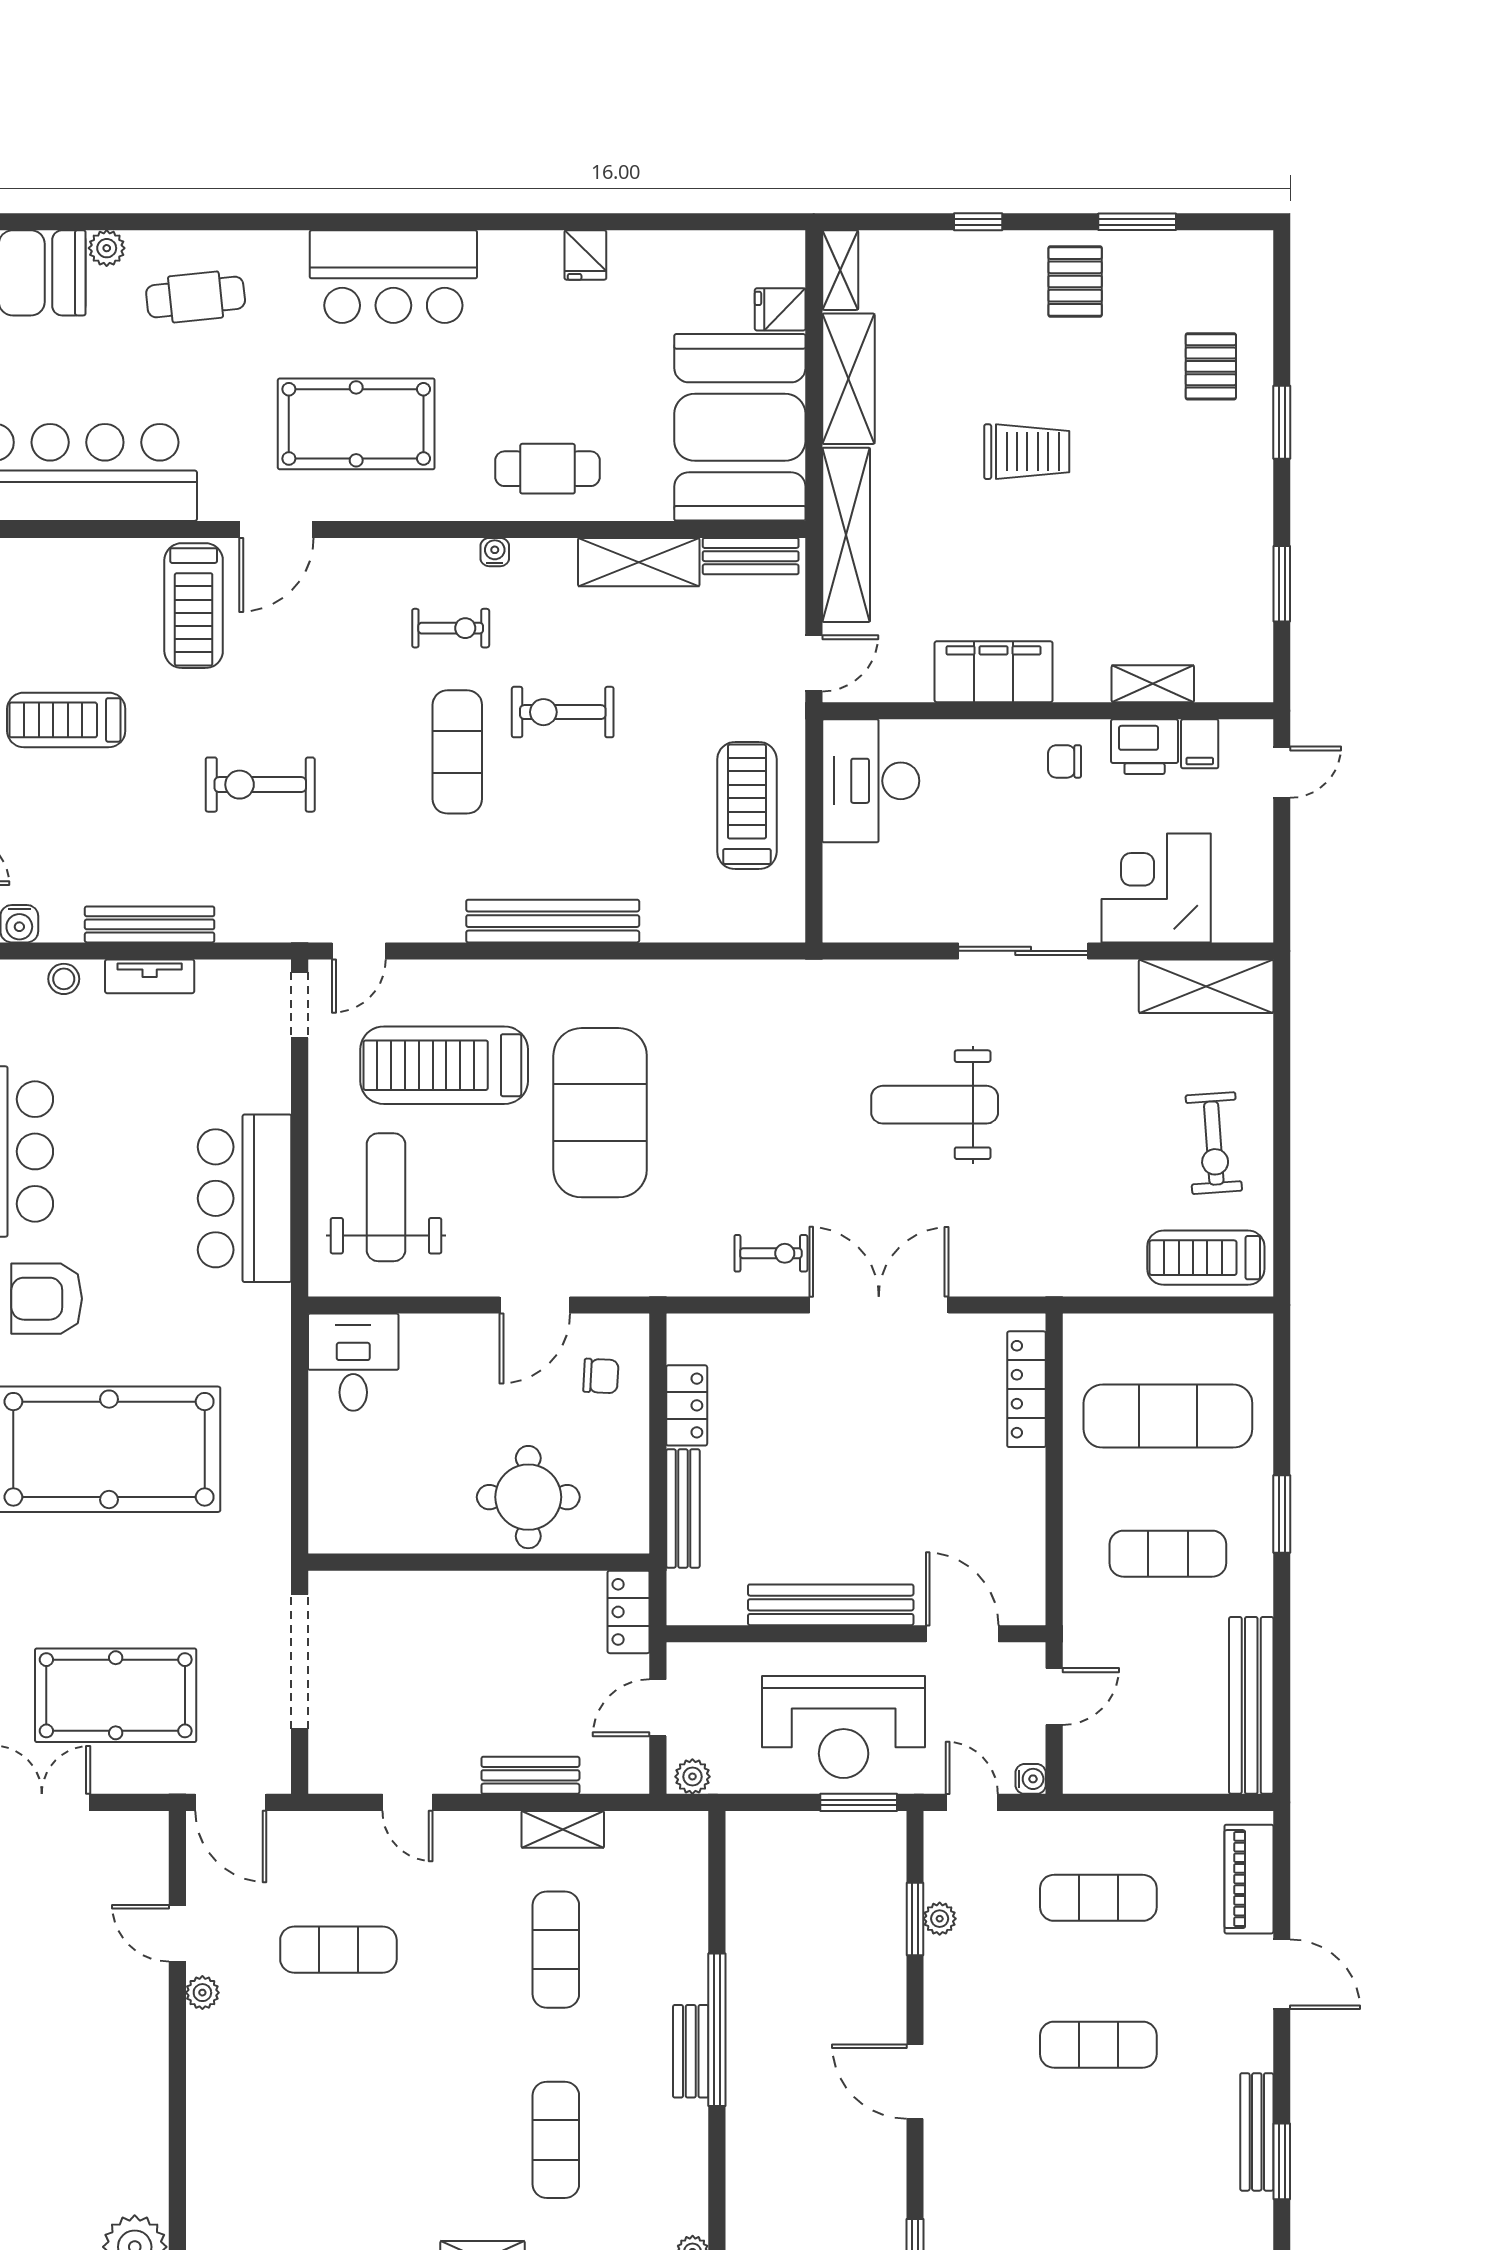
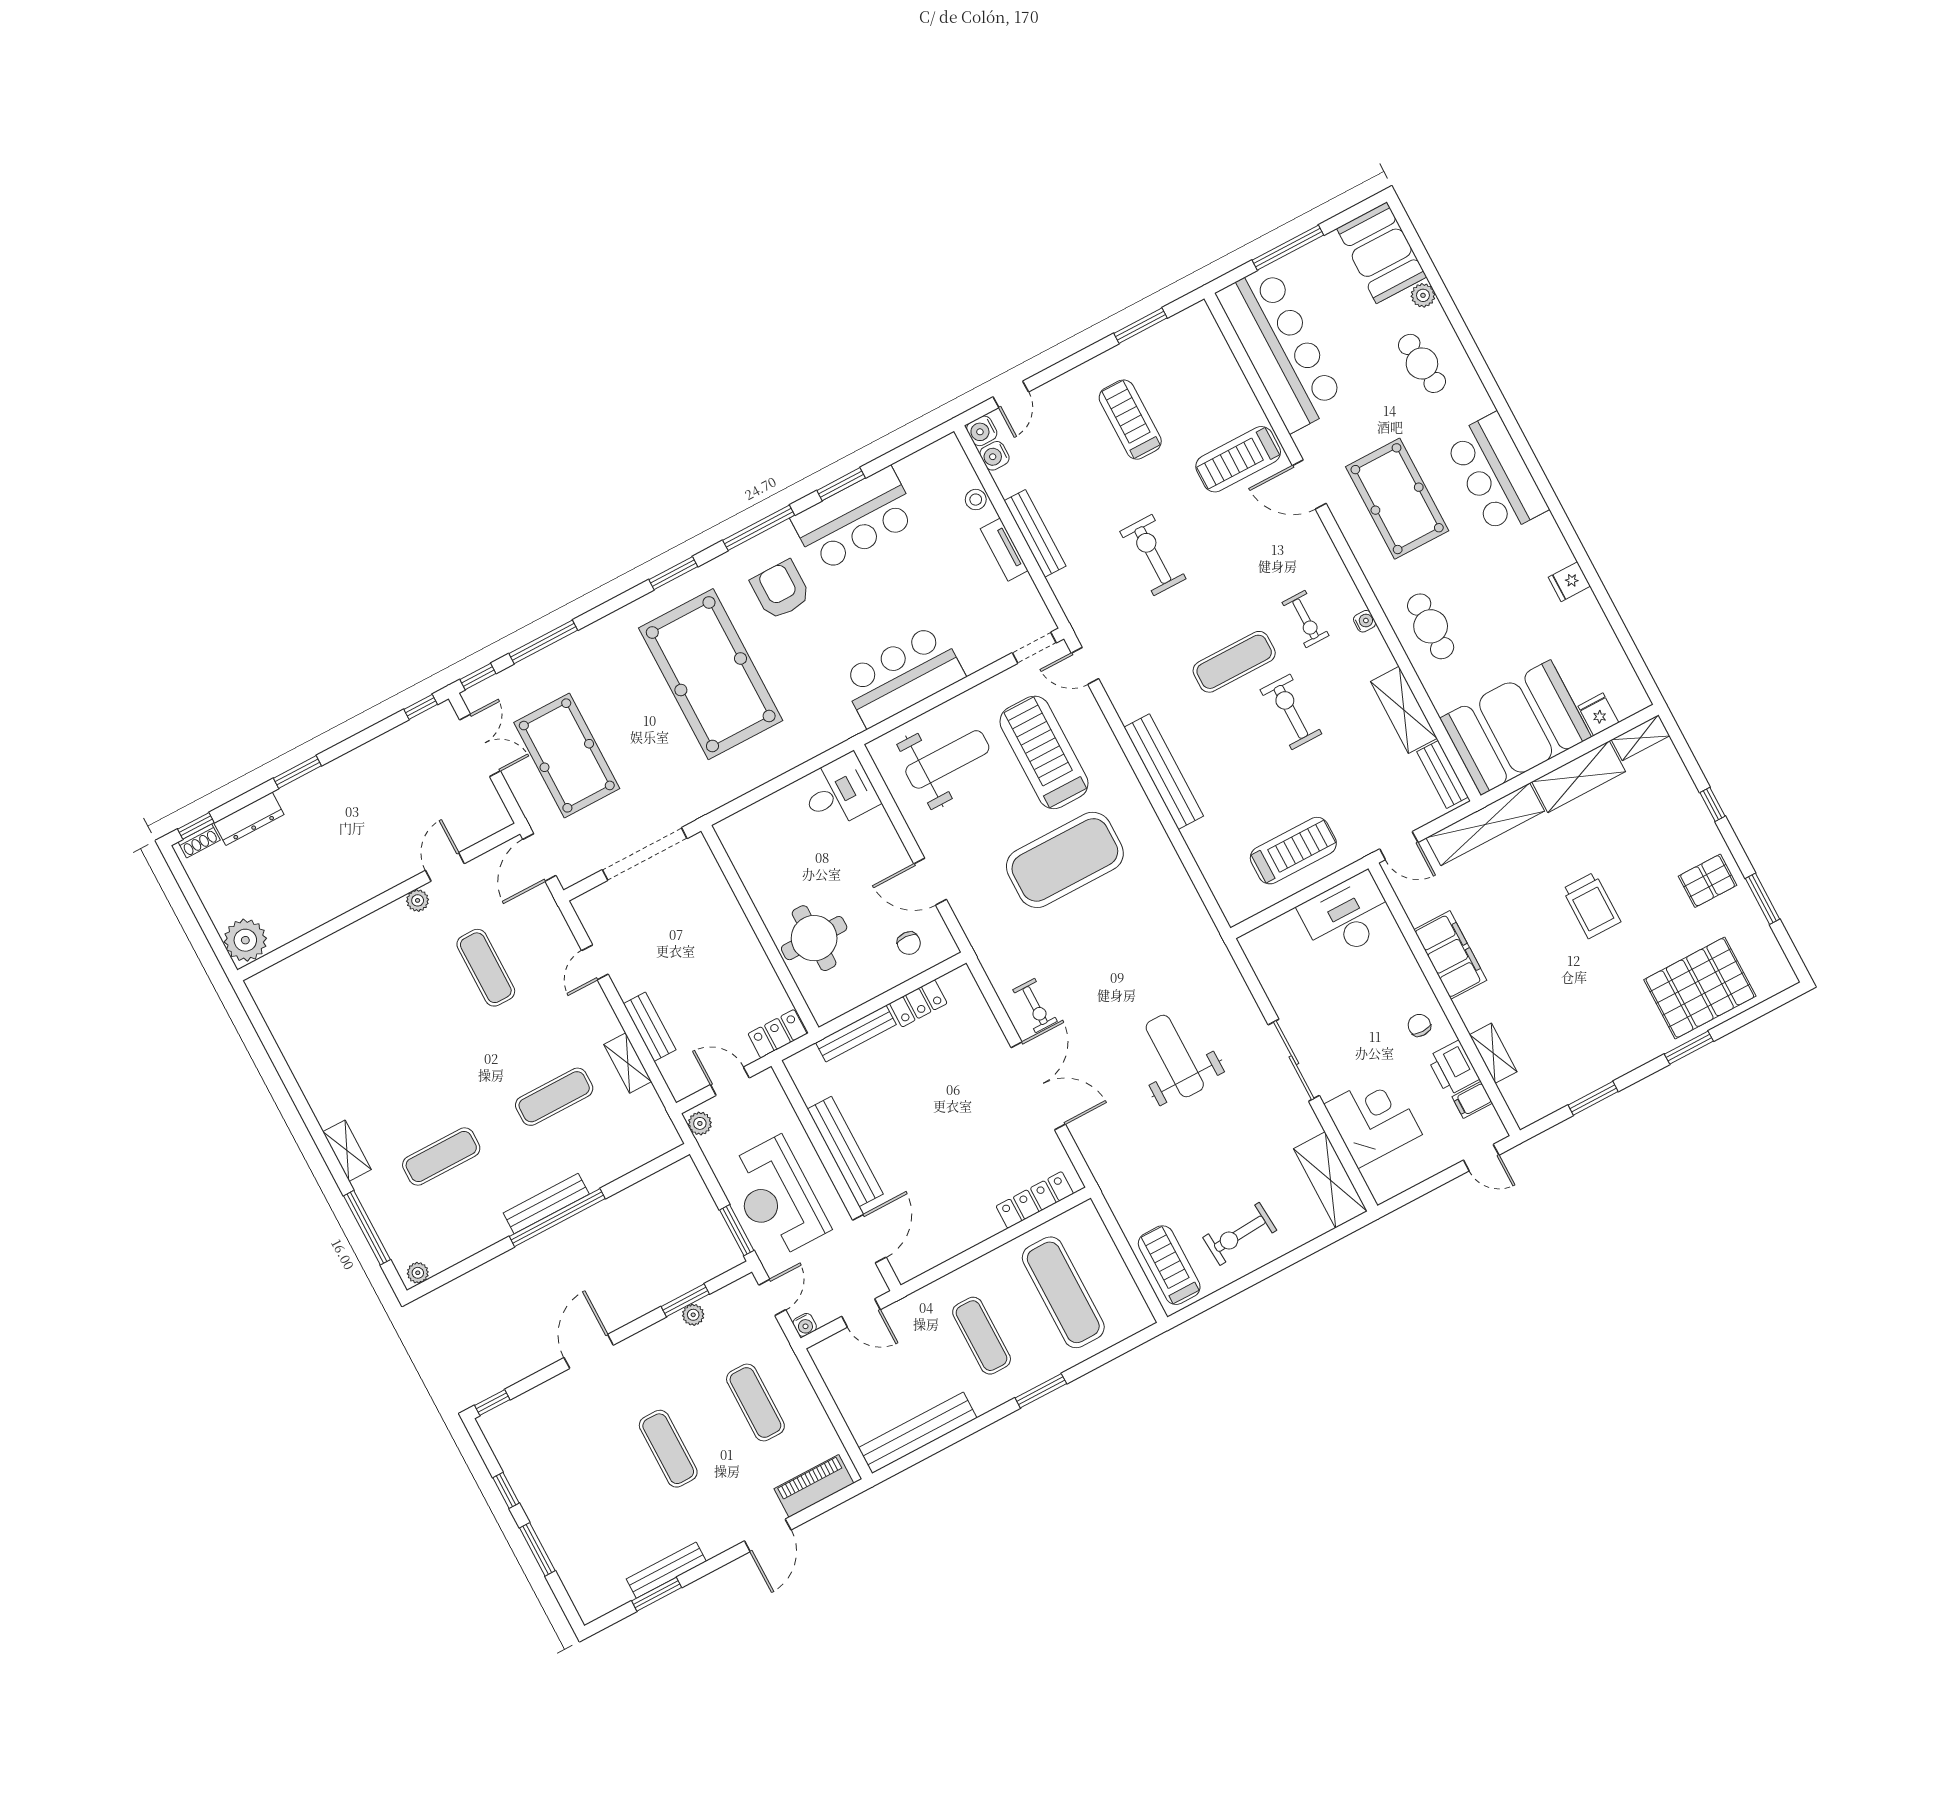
pallet: (1211, 366) -> (1700, 988), width x2.05, depth x2.00
bench: (691, 2051) -> (546, 1203), width x1.36

